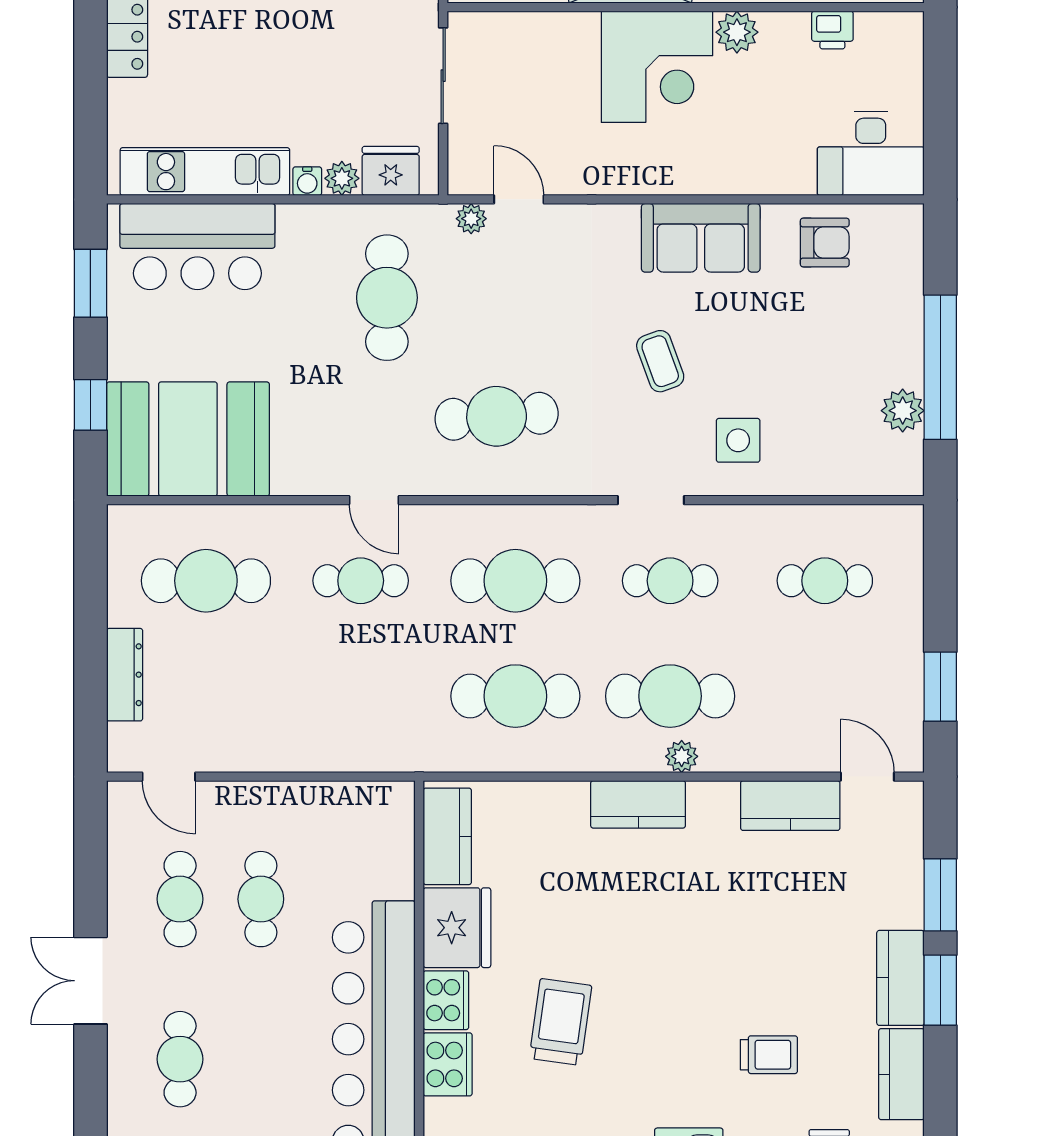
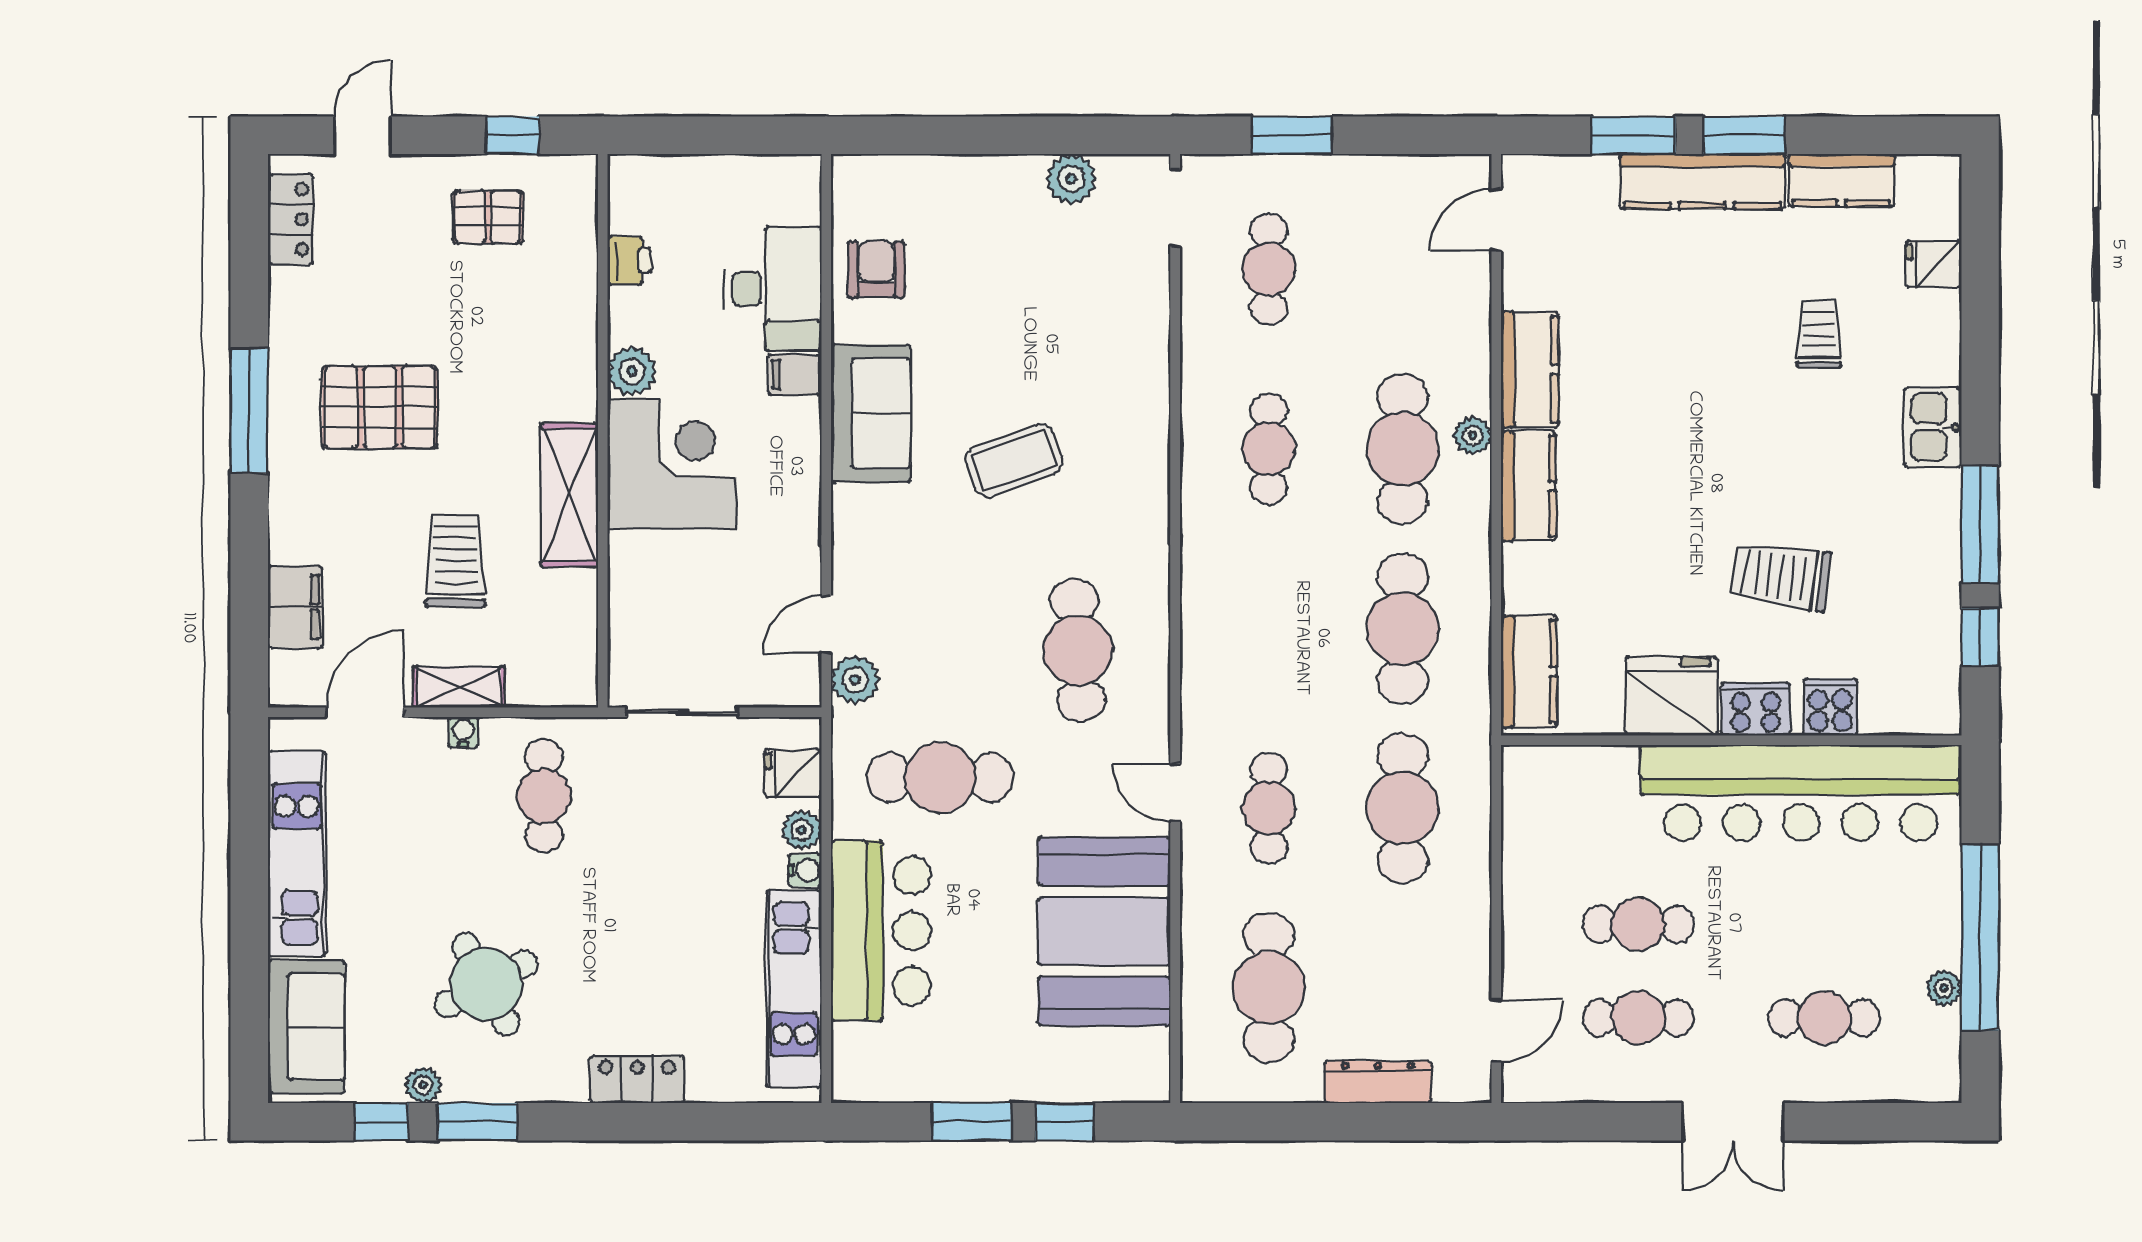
desk: (871, 153) -> (773, 289), moved
fridge: (391, 171) -> (793, 773), width x0.72
filing cabinet: (734, 172) -> (795, 375), added
plant: (471, 219) -> (855, 680), width x1.38, depth x1.38
bar counter: (197, 247) -> (881, 931), moved
window: (90, 283) -> (971, 1122), moved
coffee table: (660, 361) -> (1014, 460), width x1.36, depth x1.30
window: (940, 367) -> (1021, 135), removed
booth: (188, 439) -> (1104, 931), moved
side table: (738, 440) -> (1106, 370), removed
door: (374, 500) -> (1175, 793), swing flipped
doorway: (651, 500) -> (1175, 208), moved
cafe table: (515, 581) -> (1403, 808), moved
window: (940, 687) -> (1292, 135), moved
kitchen counter: (790, 806) -> (1530, 370), moved
kitchen counter: (447, 836) -> (1529, 671), moved, turned 90
kitchen counter: (900, 978) -> (1702, 181), width x1.50
cooker: (448, 1064) -> (1830, 707), width x0.73

